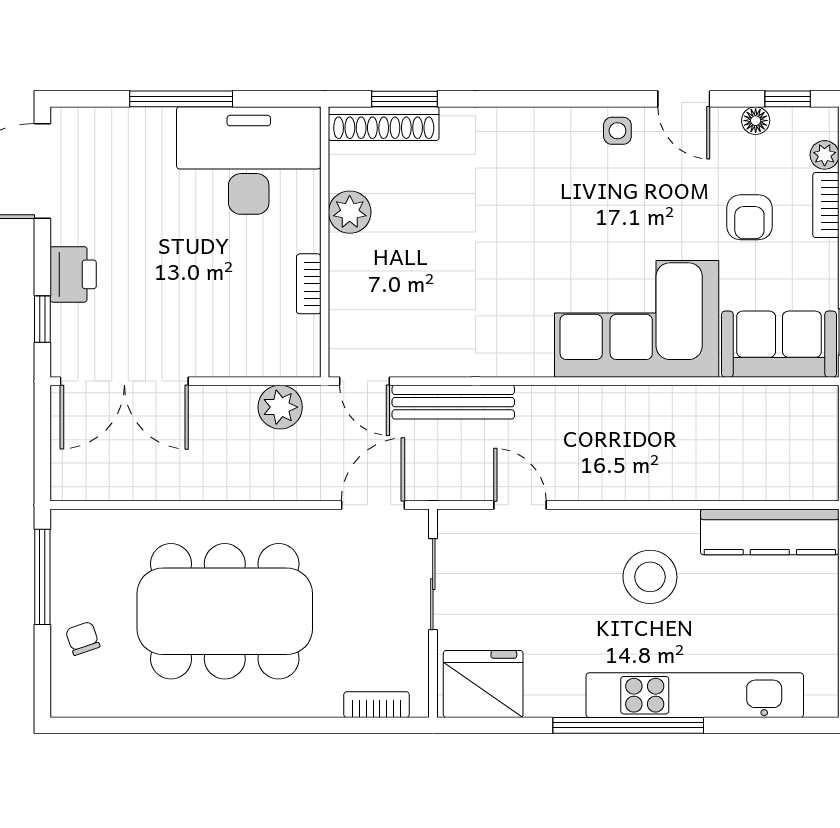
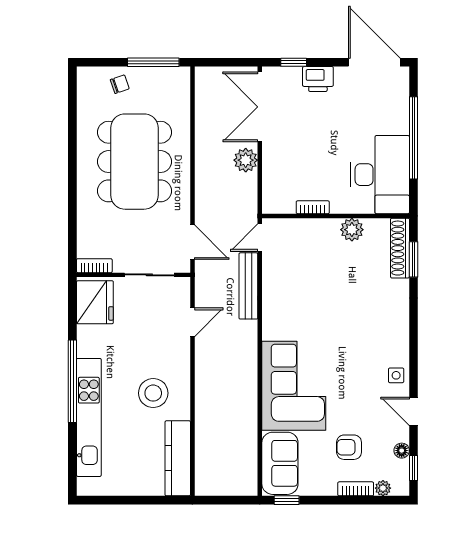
window: (181, 99) -> (413, 138), width x1.46
door: (684, 99) -> (413, 411), hinge flipped
plant: (280, 407) -> (246, 160), moved
bookcase: (376, 705) -> (94, 266), moved, turned -90

